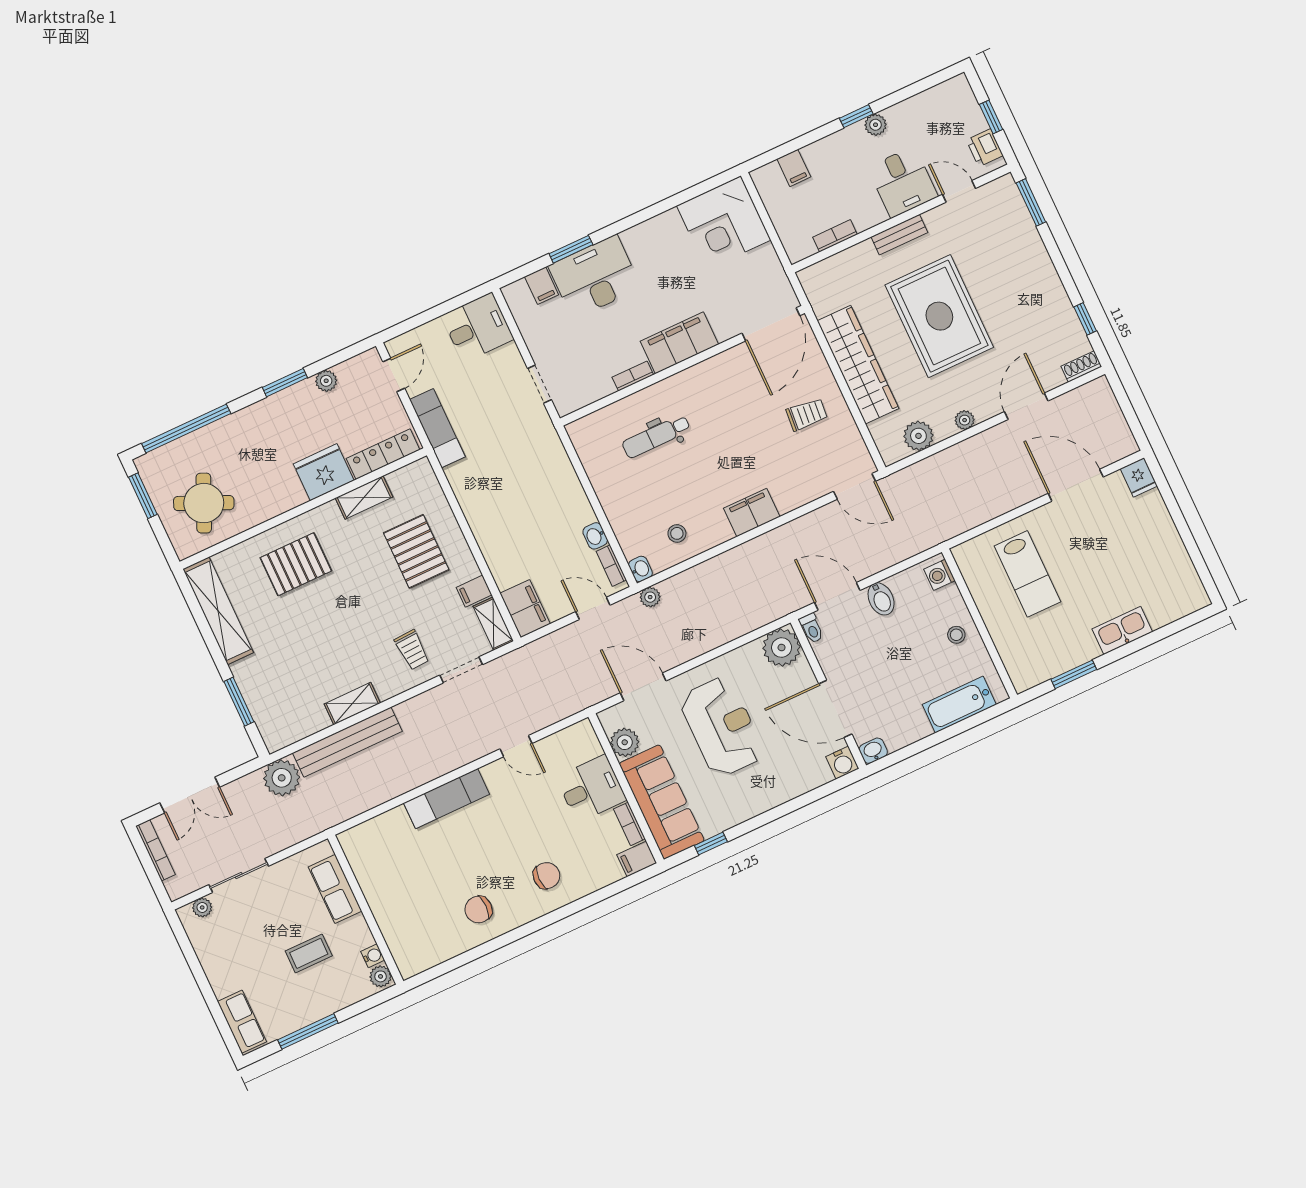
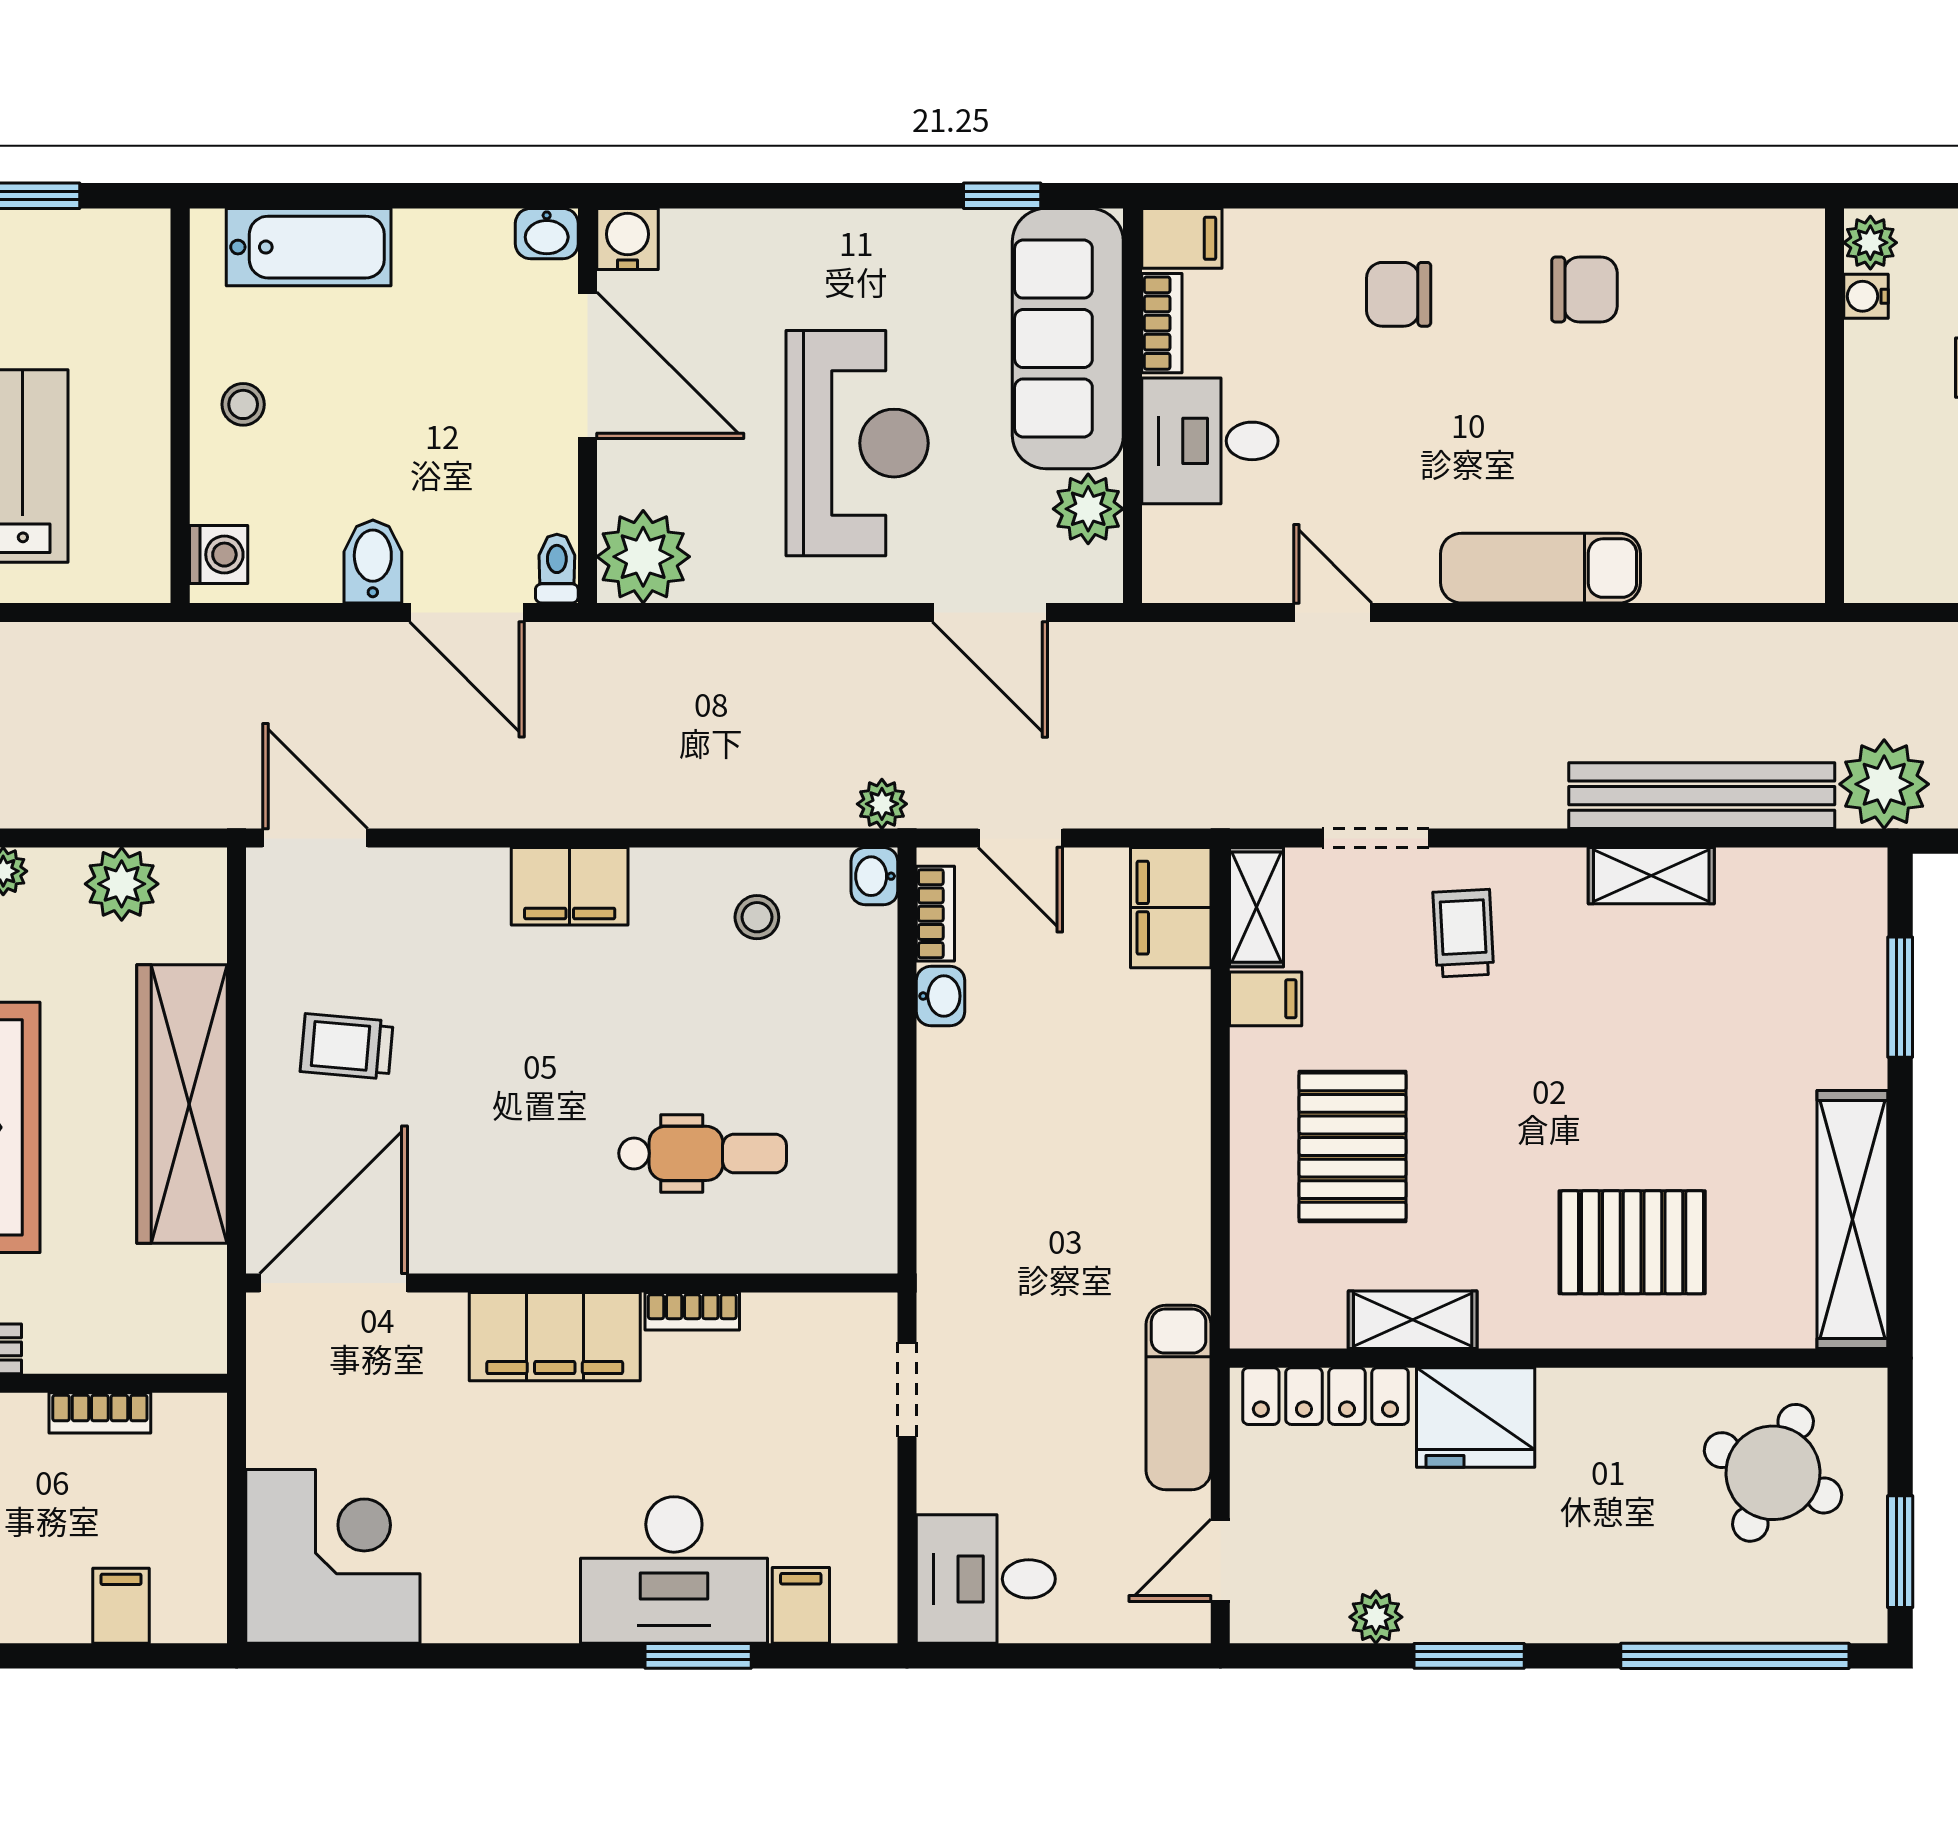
reception desk: (722, 727) -> (857, 443), turned 180
row of seats: (335, 889) -> (1881, 483), removed

